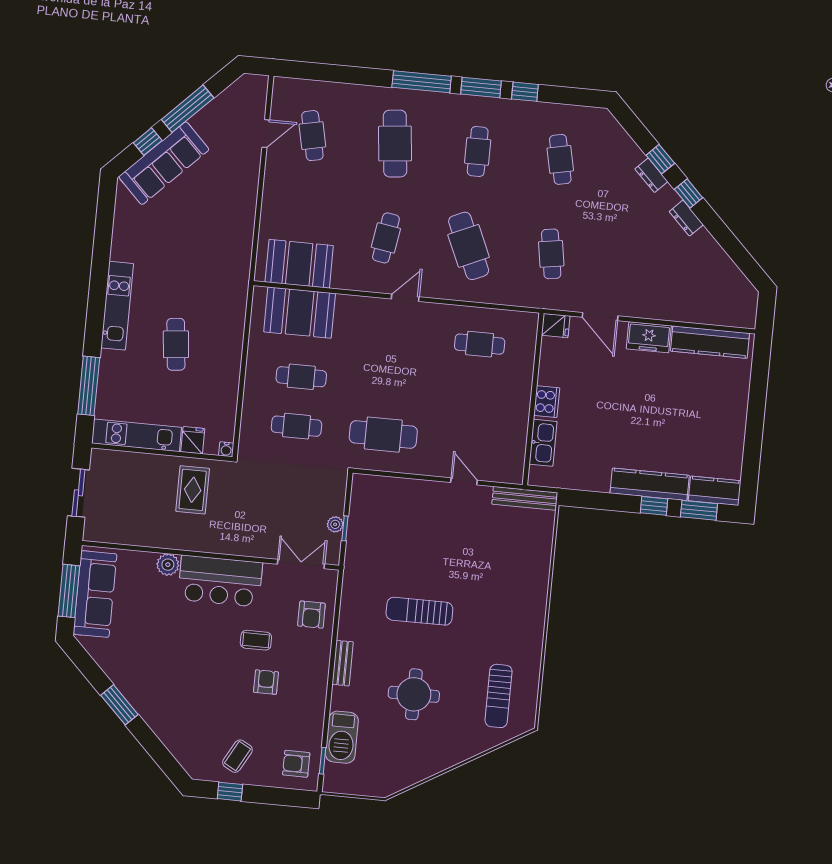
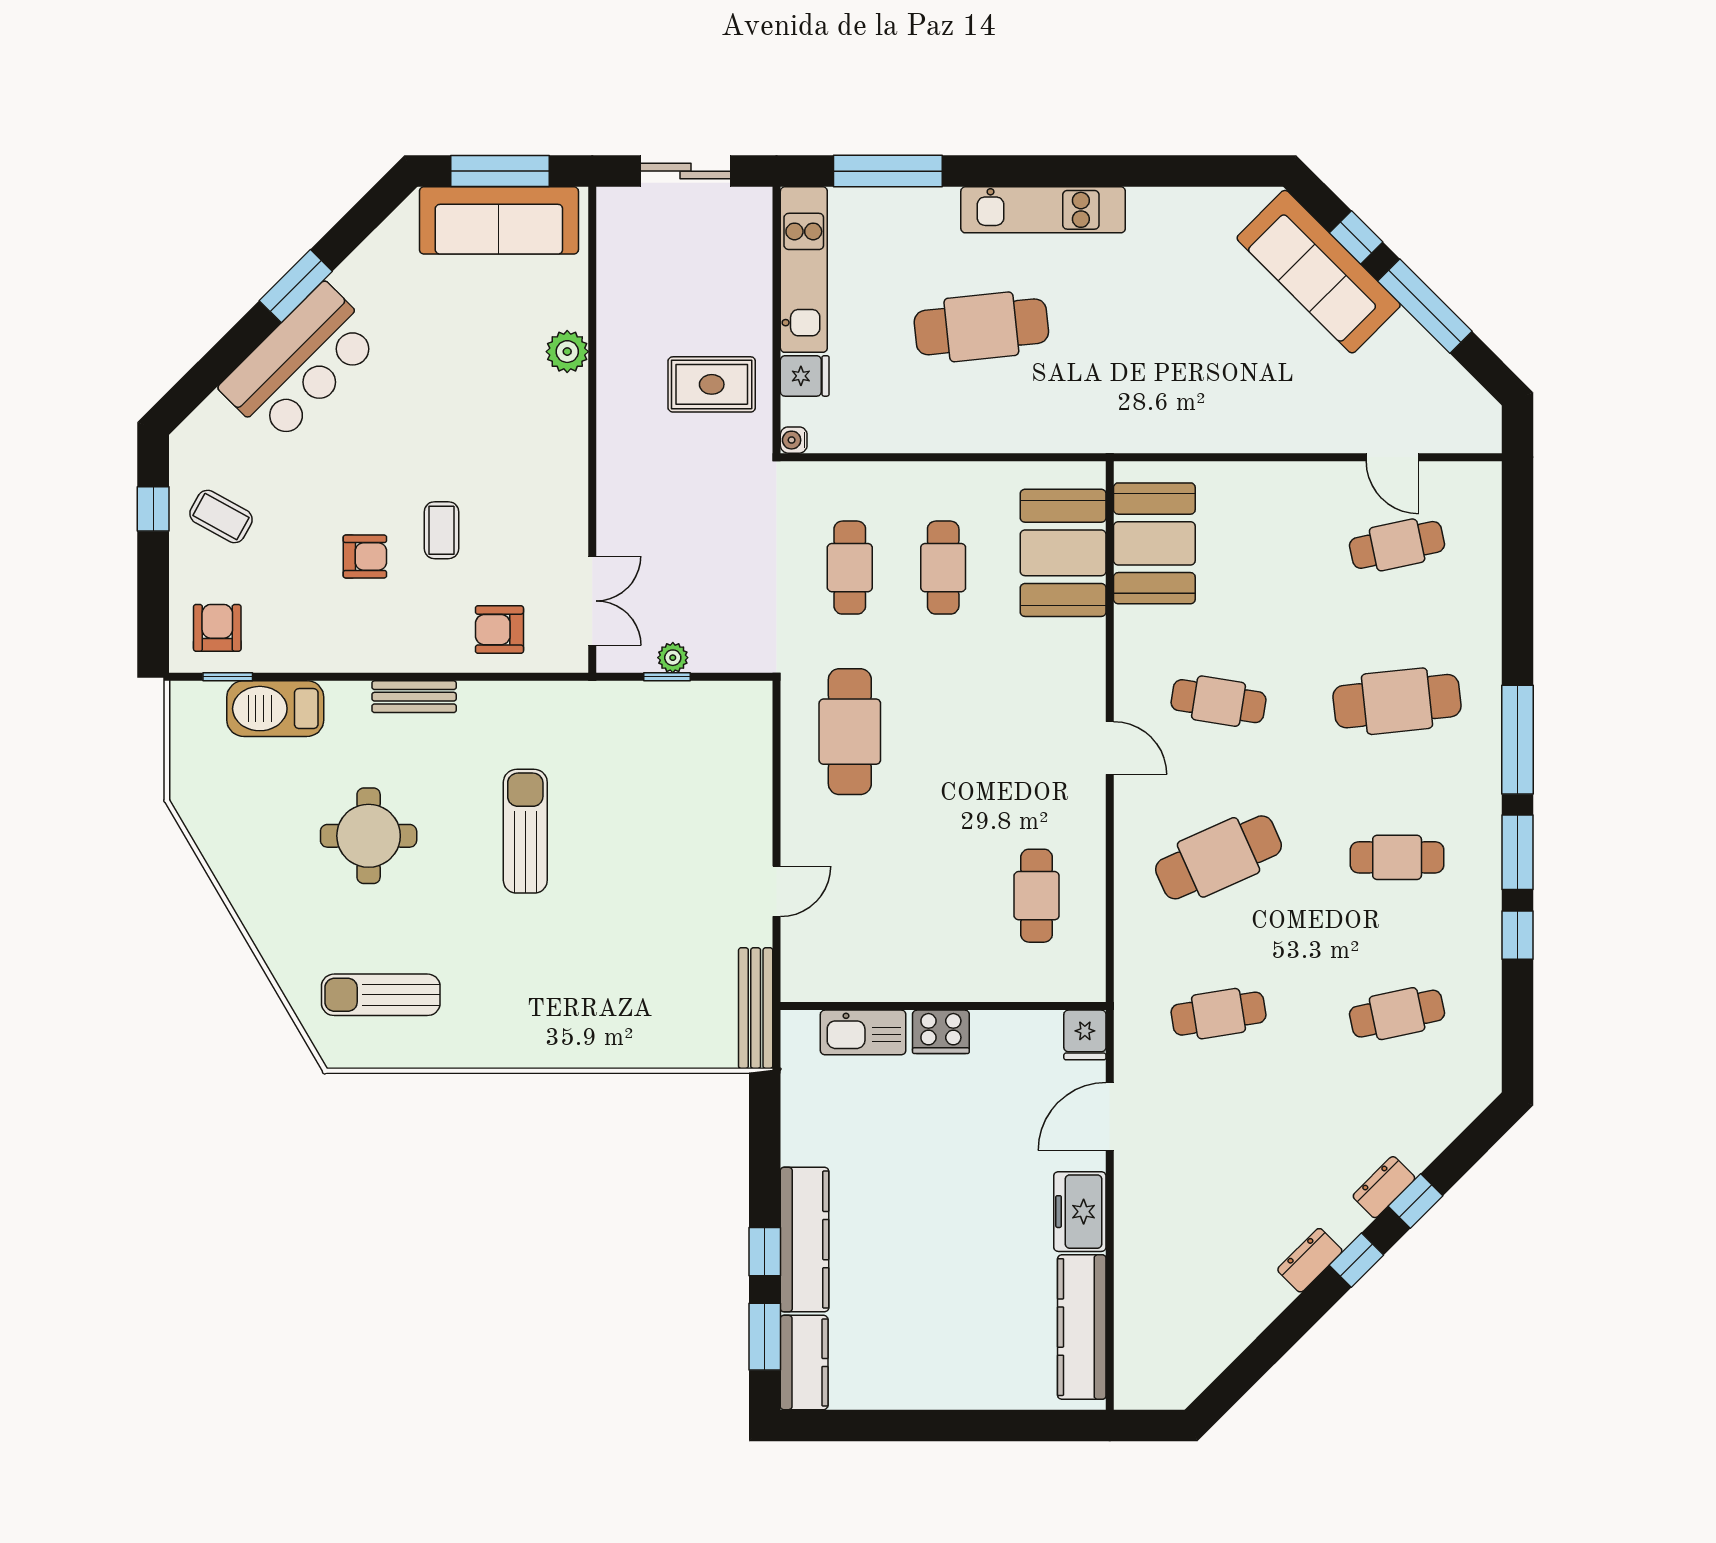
cafe table: (176, 344) -> (981, 327), width x1.37, depth x1.35
bar counter: (220, 581) -> (301, 364), moved, turned -135

